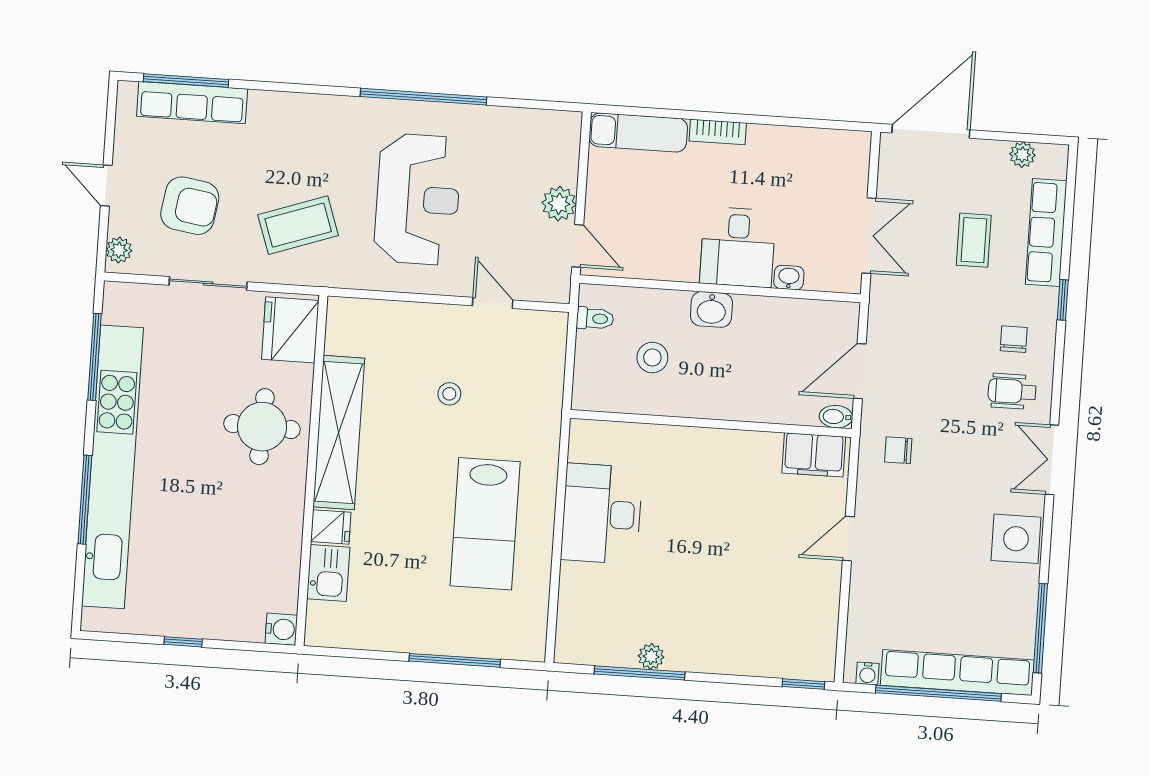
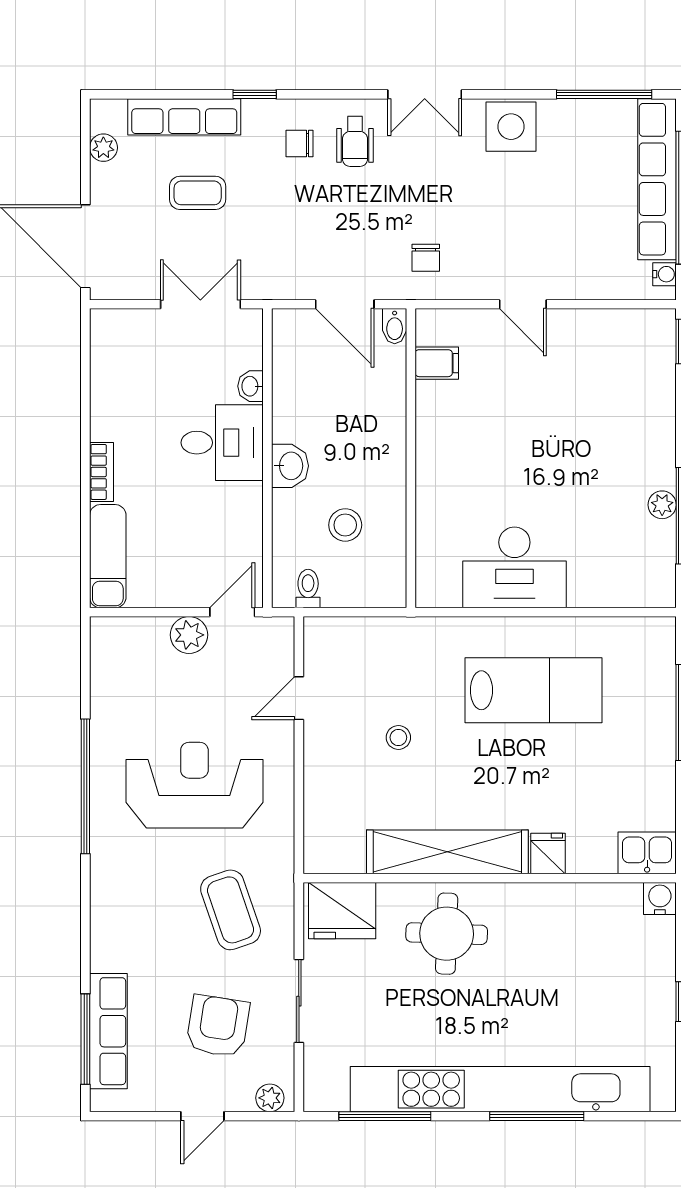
filing cabinet: (814, 455) -> (437, 363), width x0.50
kitchen sink: (328, 573) -> (647, 853), moved

